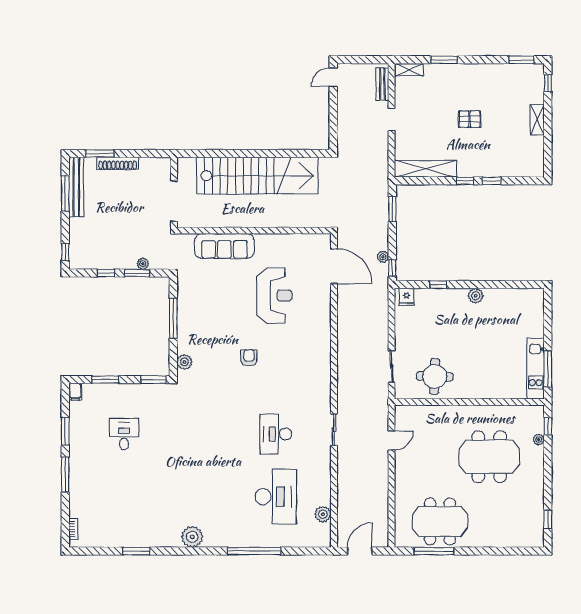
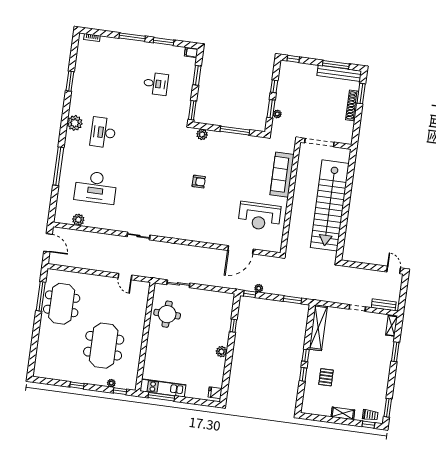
trolley: (534, 82) -> (370, 415), added
pallet: (469, 119) -> (326, 377), moved
door: (334, 266) -> (241, 250), moved
reception desk: (274, 296) -> (259, 216), moved
fridge: (406, 297) -> (215, 393), moved
desk: (276, 434) -> (103, 132), moved, turned -90
window: (548, 520) -> (77, 385), moved

